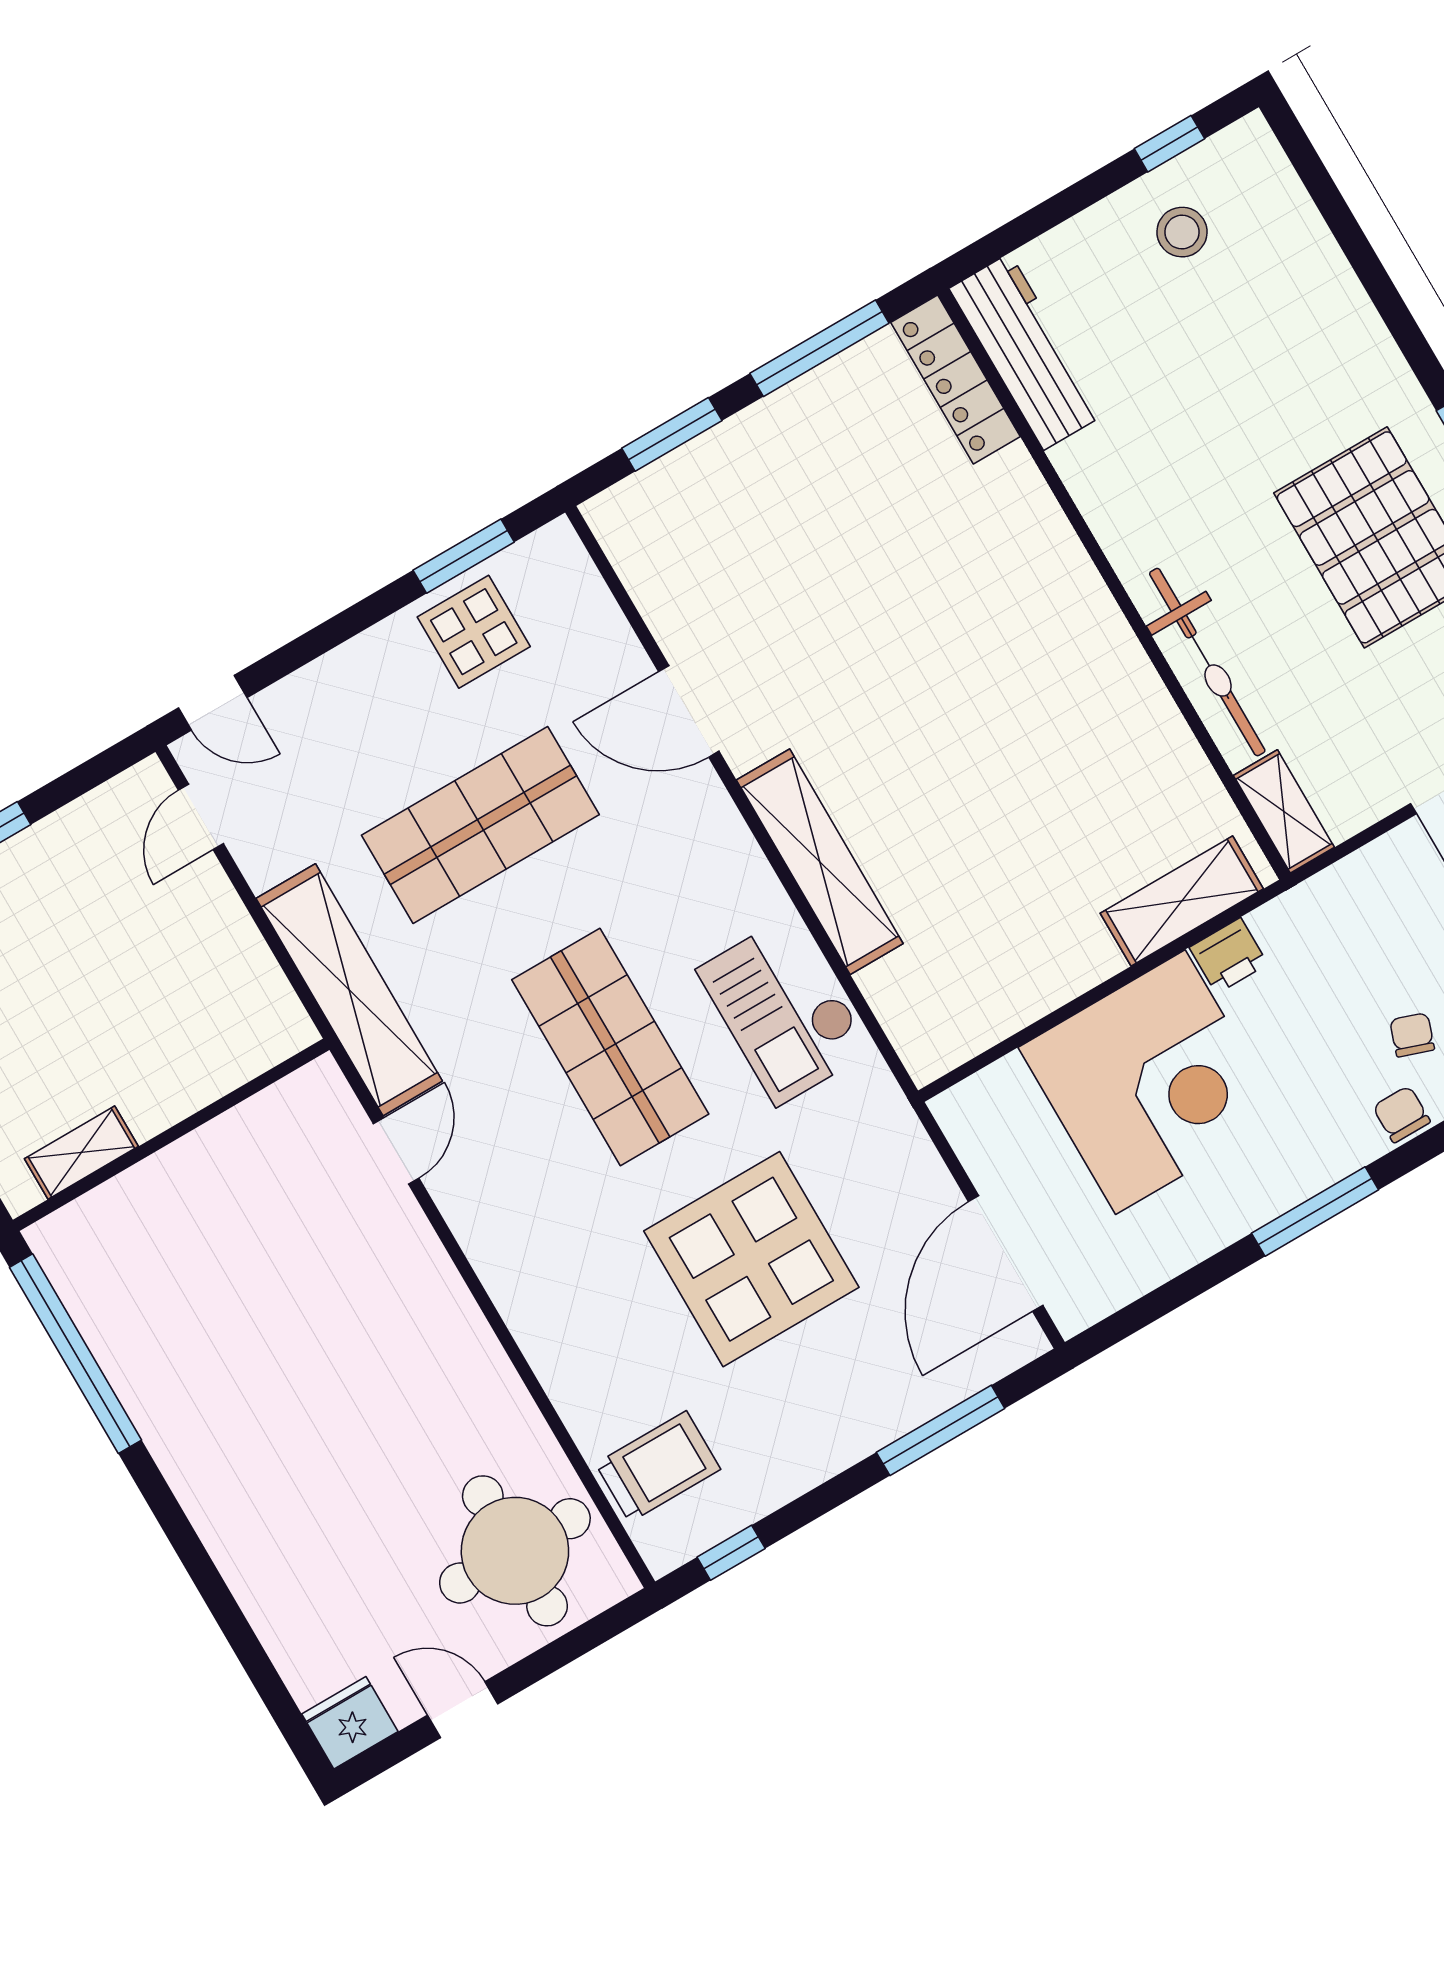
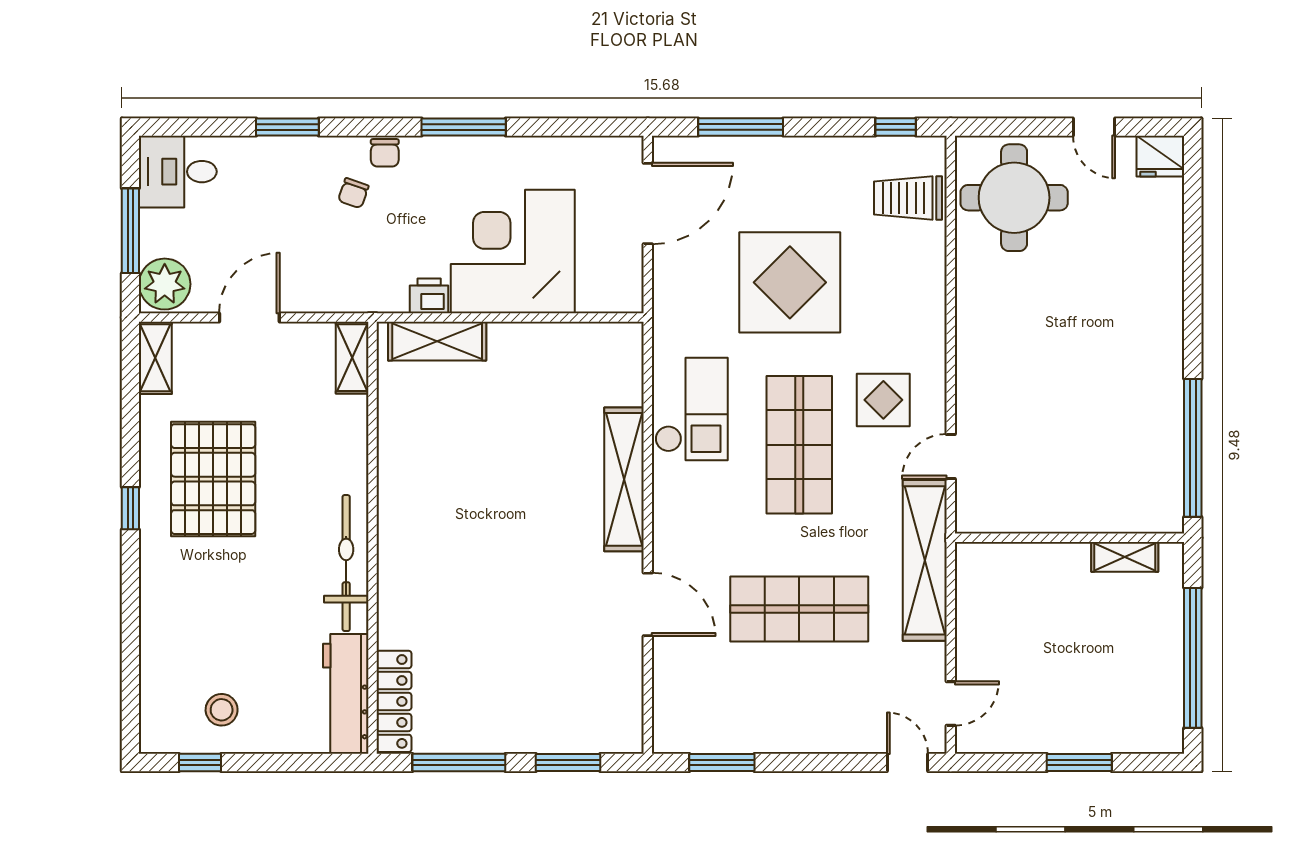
display table: (474, 632) -> (883, 400), moved
bicycle: (1207, 662) -> (346, 563), moved

